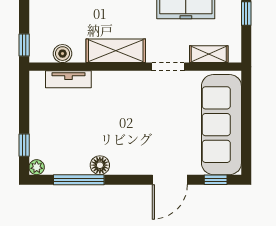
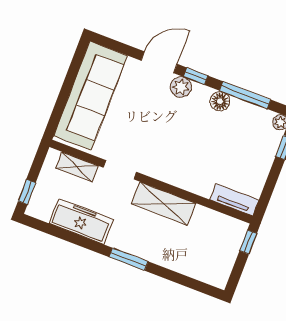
boiler: (63, 54) -> (215, 220), removed
tv unit: (68, 79) -> (234, 200), moved
plant: (141, 164) -> (181, 87), added
window: (216, 180) -> (196, 76), moved

